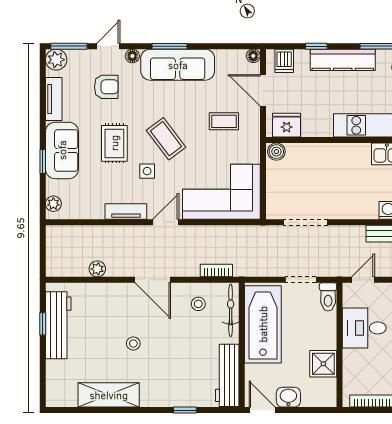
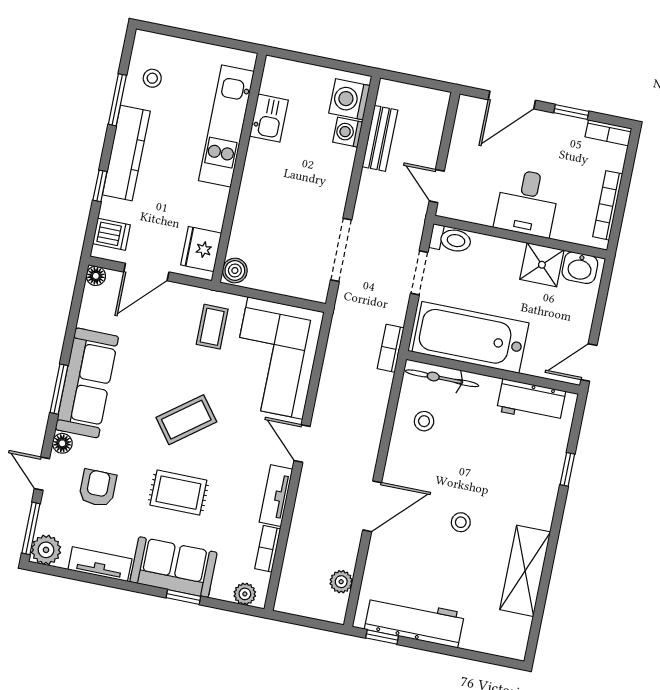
coffee table: (224, 121) -> (212, 327), moved
side table: (147, 171) -> (226, 455), removed
bookcase: (88, 213) -> (268, 549), added
plant: (97, 269) -> (341, 582), moved
bookcase: (216, 271) -> (391, 348), moved
door: (153, 280) -> (372, 506), moved
window: (43, 324) -> (382, 637), moved
desk: (364, 328) -> (527, 203), moved
workbench: (227, 375) -> (531, 401), width x0.73
washbasin: (288, 397) -> (580, 268), moved, turned -90

